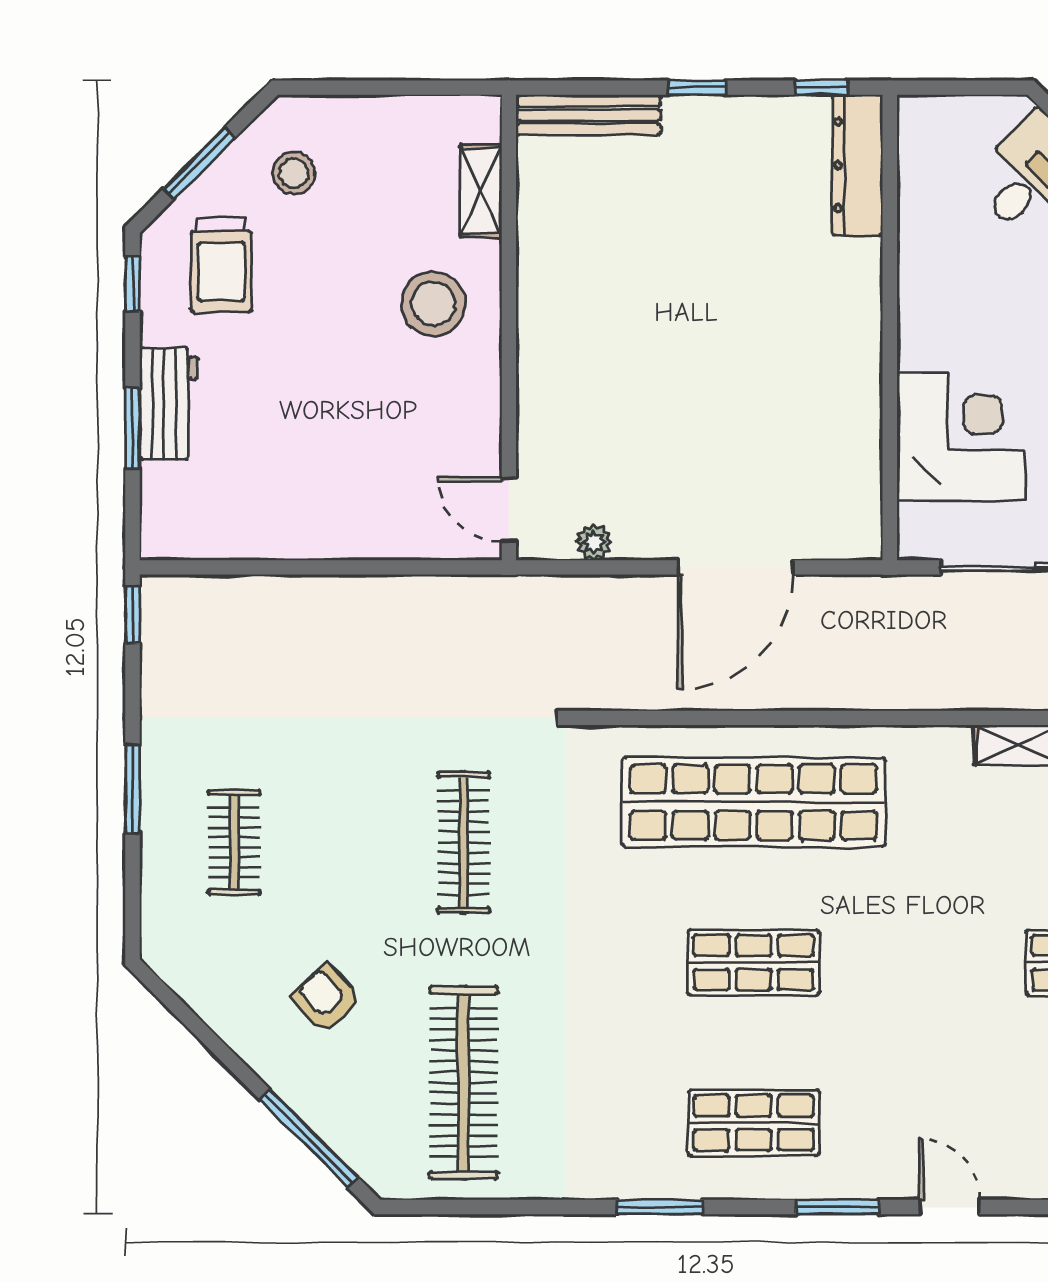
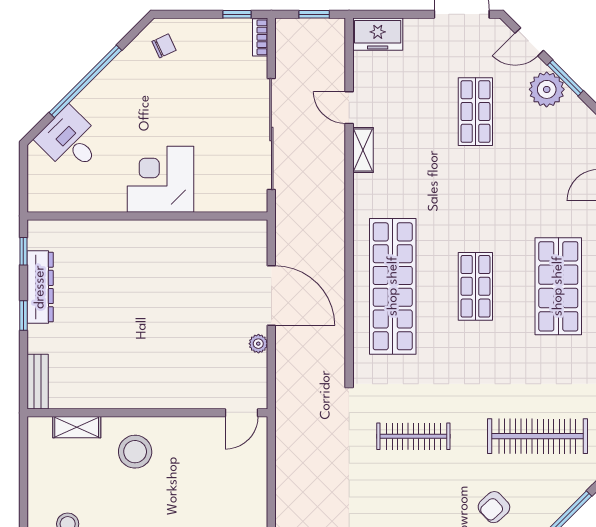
bench: (588, 115) -> (38, 382), width x0.73
dresser: (858, 165) -> (40, 287), moved, turned -90
corner desk: (961, 436) -> (160, 179), moved
plant: (594, 542) -> (258, 344), moved
shop shelf: (754, 1123) -> (558, 286), width x1.43, depth x1.36

